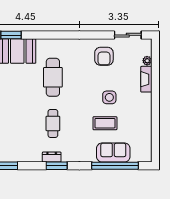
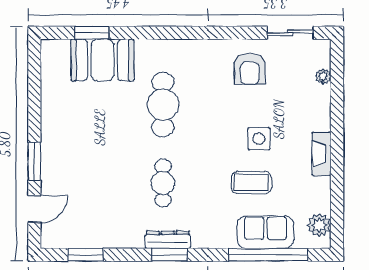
fireplace: (146, 79) -> (322, 154), moved
plant: (145, 148) -> (319, 225), added
dresser: (52, 157) -> (168, 240), width x1.44

